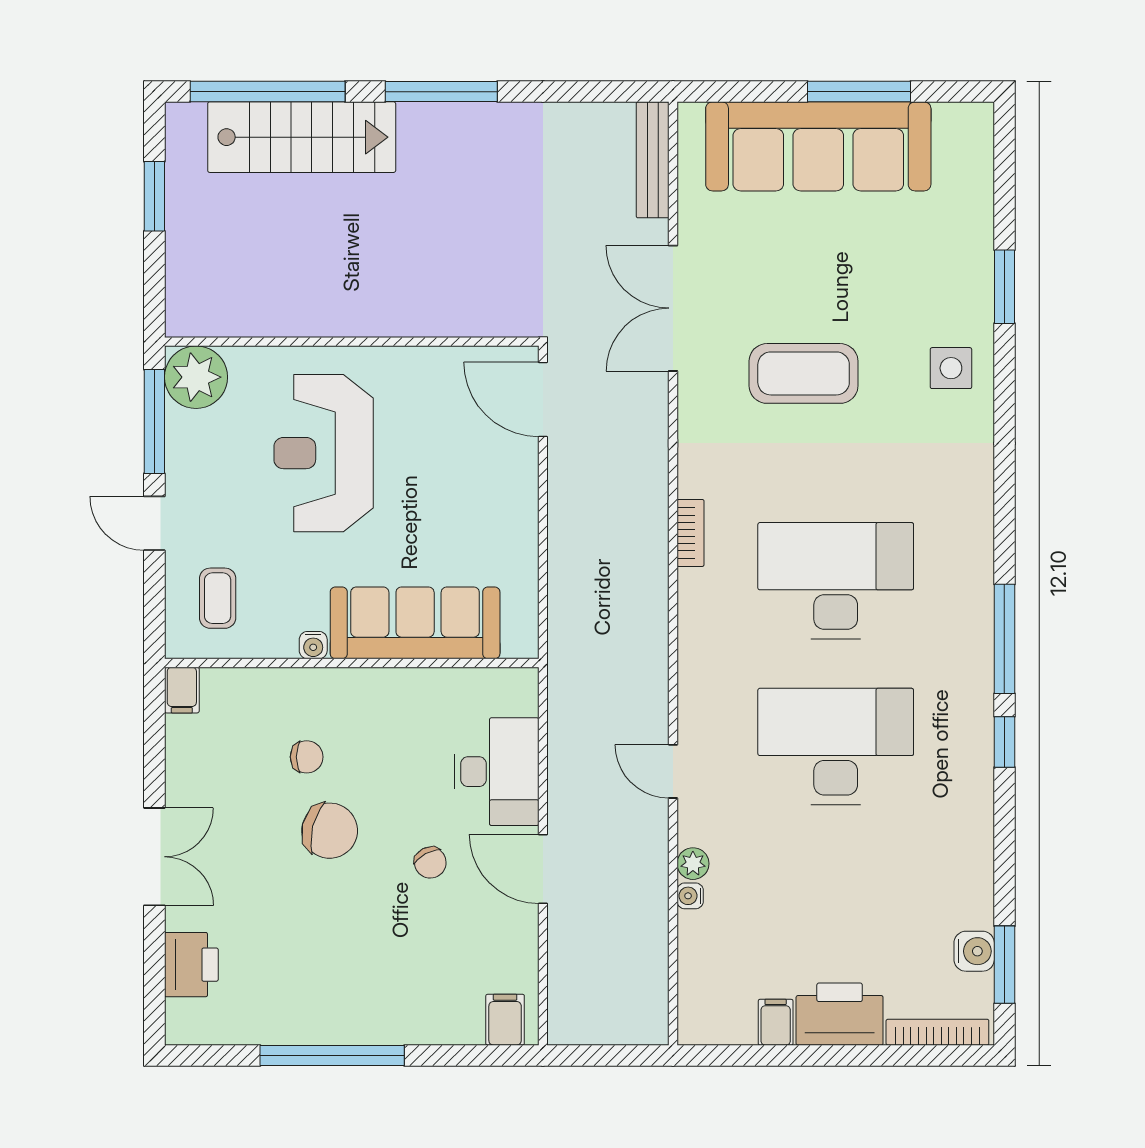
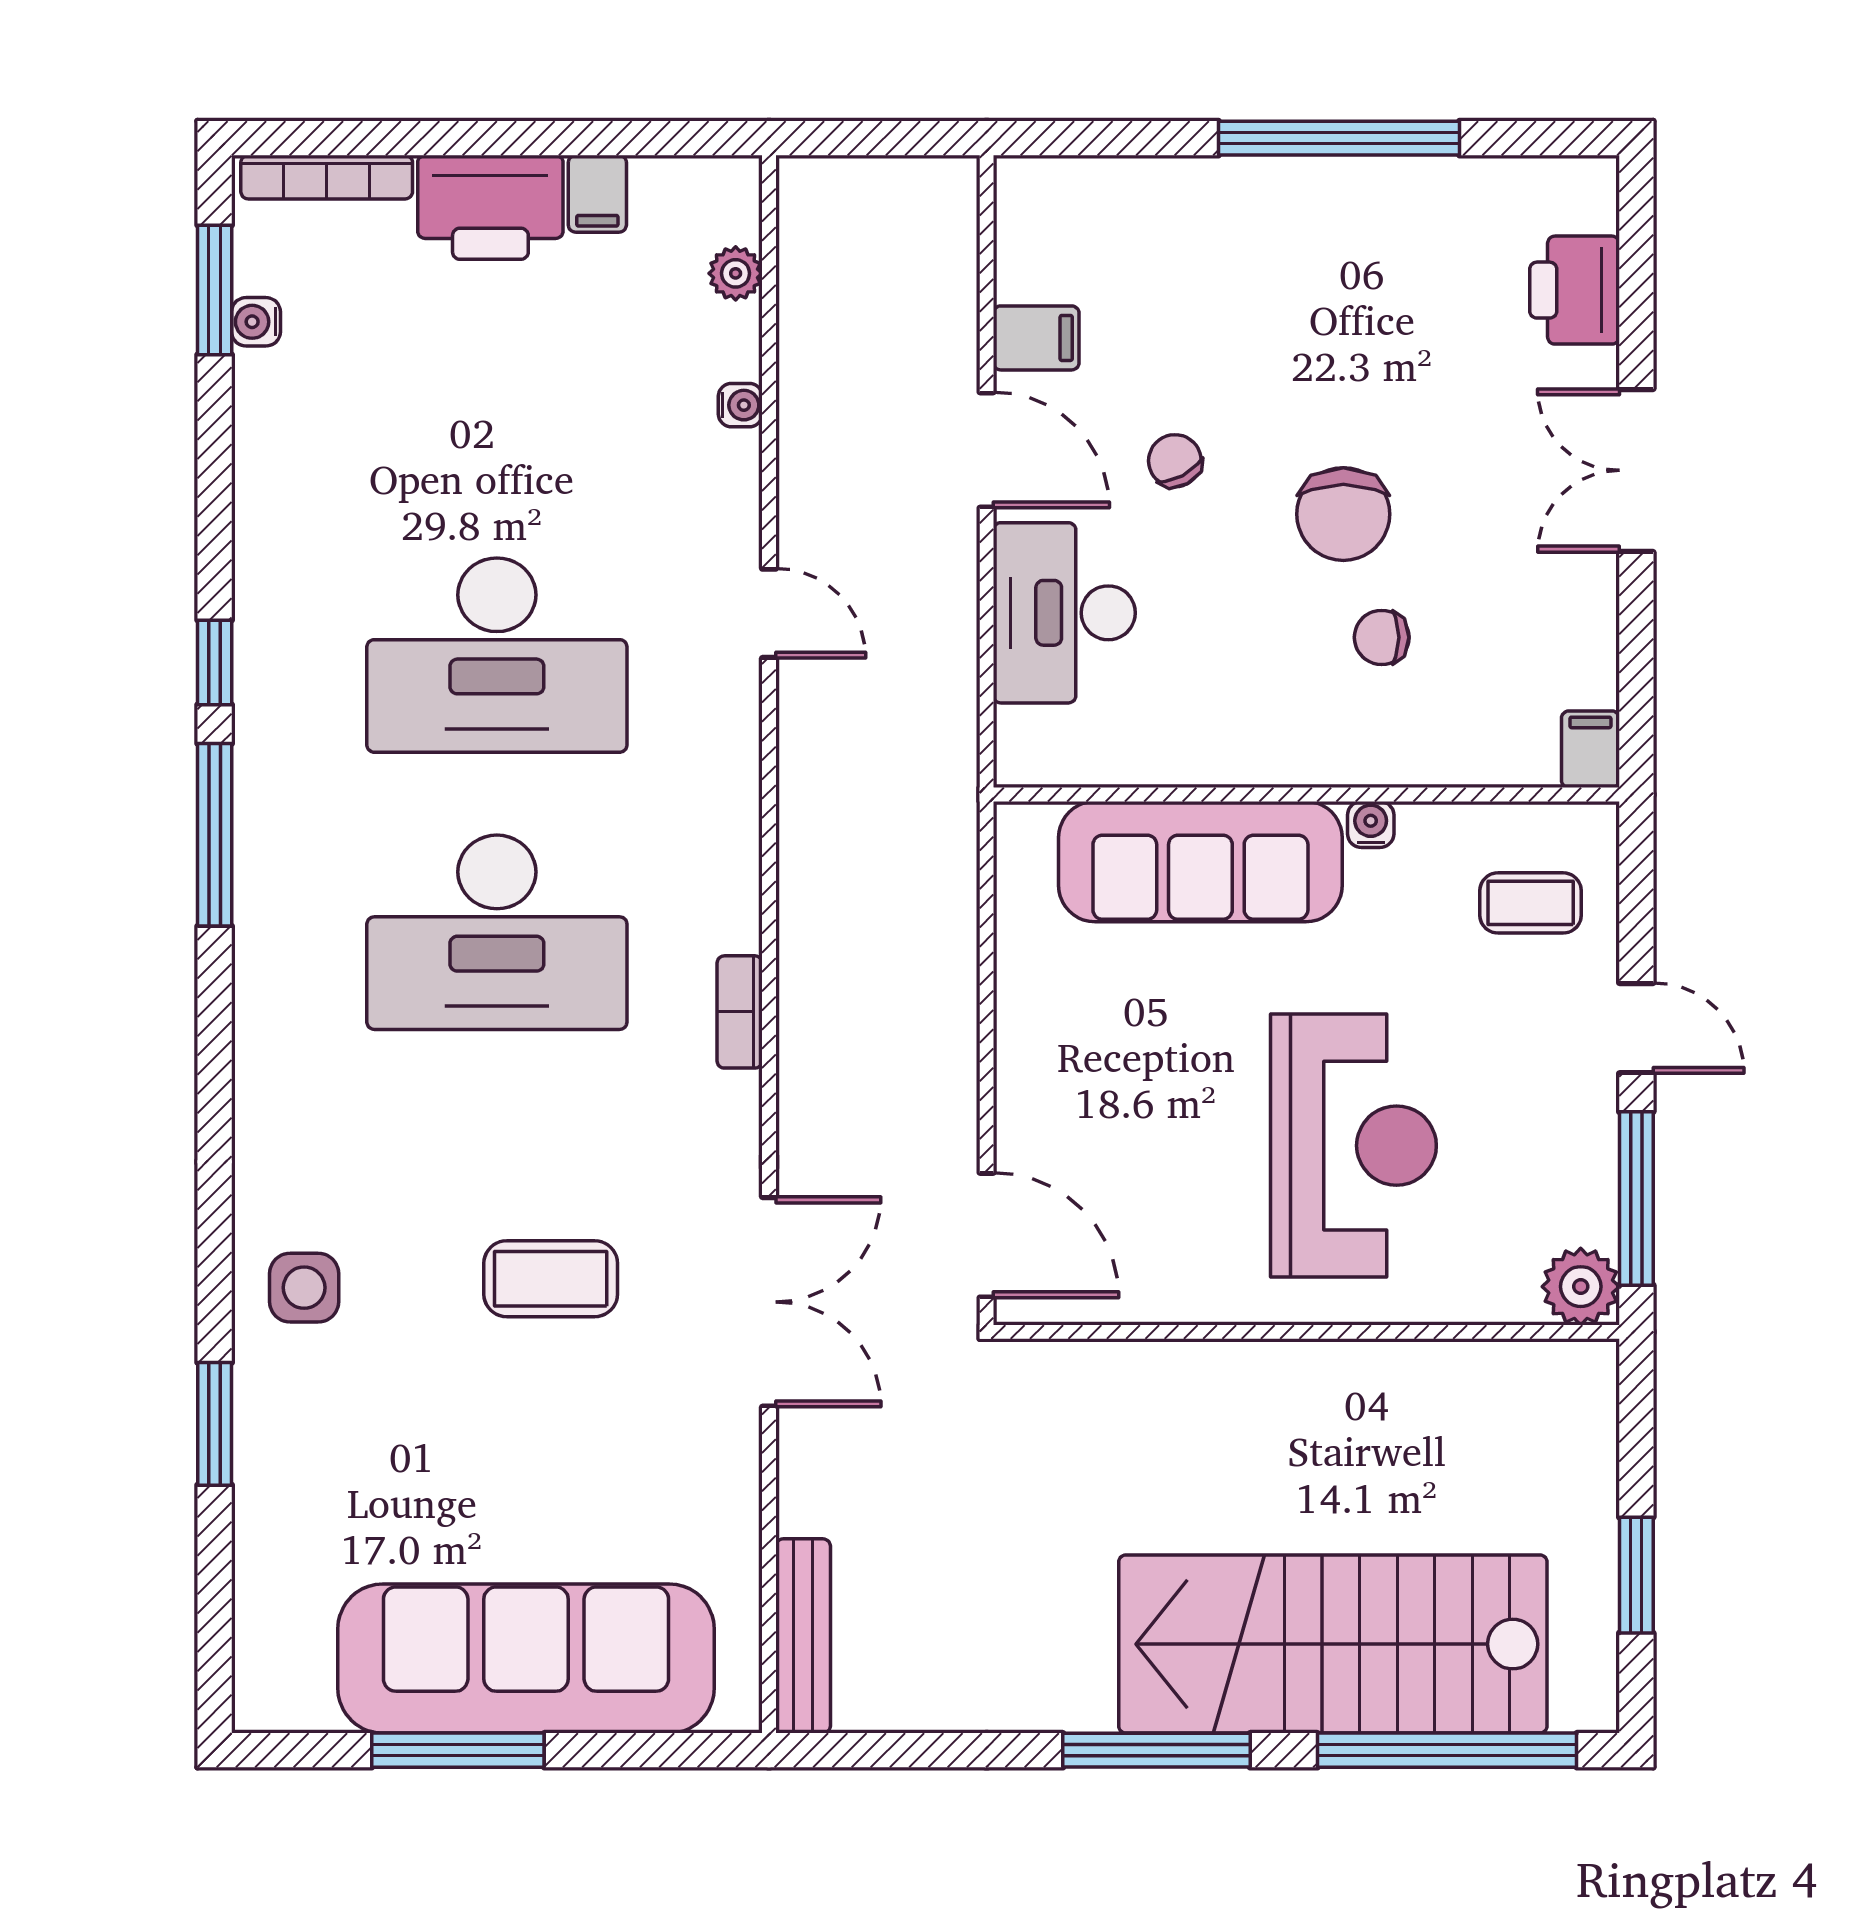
stairs: (302, 137) -> (1333, 1644), width x1.36, depth x1.51
double door: (673, 308) -> (769, 1302), moved
coffee table: (804, 373) -> (551, 1279), width x0.73, depth x0.76
plant: (196, 377) -> (1581, 1287), width x0.73, depth x0.73
coffee table: (218, 598) -> (1531, 903), turned 90
chair: (330, 831) -> (1343, 514), turned -104
plant: (693, 864) -> (736, 273), moved
water cooler: (974, 951) -> (256, 322), width x0.72, depth x0.72
filing cabinet: (505, 1020) -> (1036, 338), moved, turned -90

